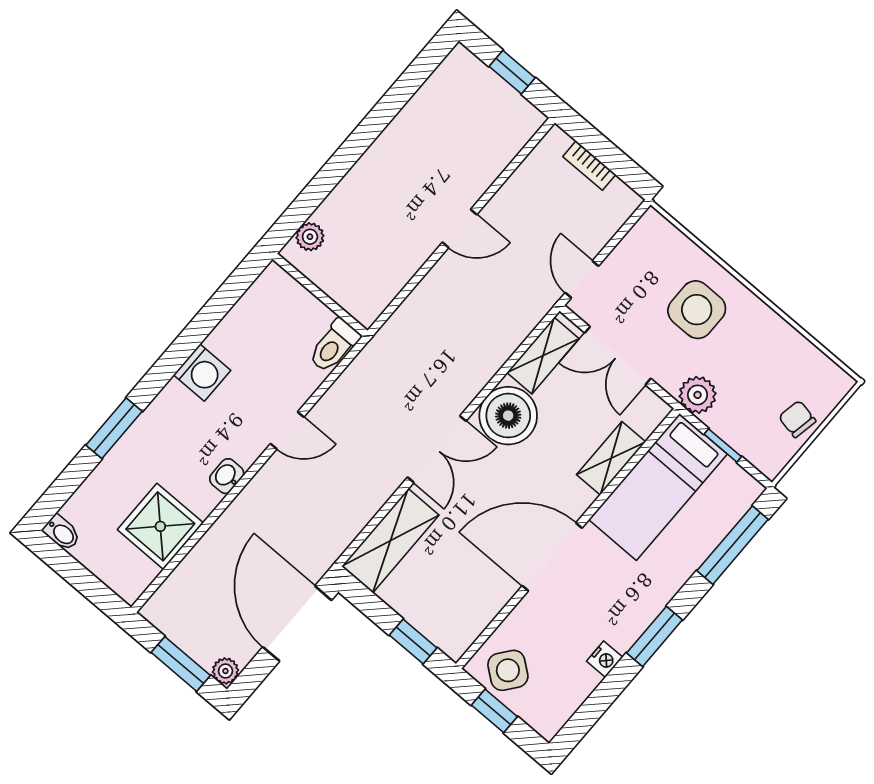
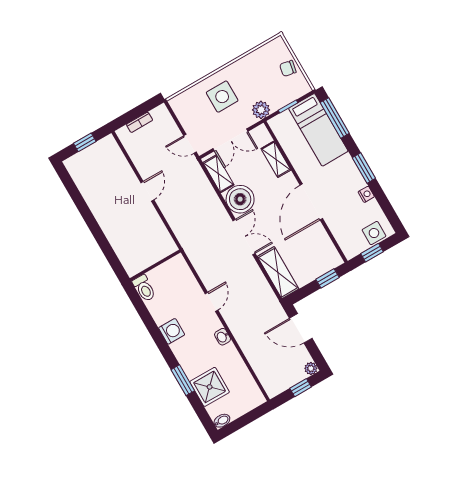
plant: (310, 237) -> (127, 261), removed
toilet: (334, 346) -> (144, 288), moved
bed: (658, 487) -> (318, 130), moved
shower: (160, 526) -> (210, 387), moved
door: (297, 624) -> (301, 328), width x0.73
window: (181, 664) -> (301, 388), width x0.67
side table: (508, 670) -> (374, 233), moved, turned -38

